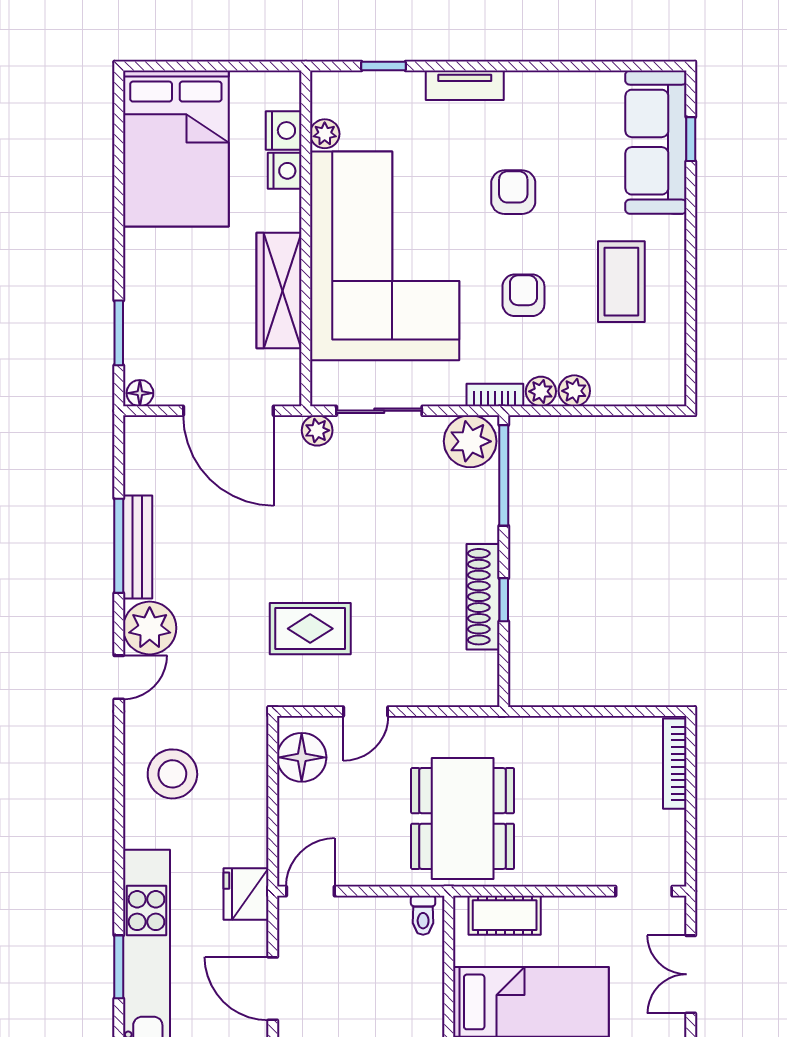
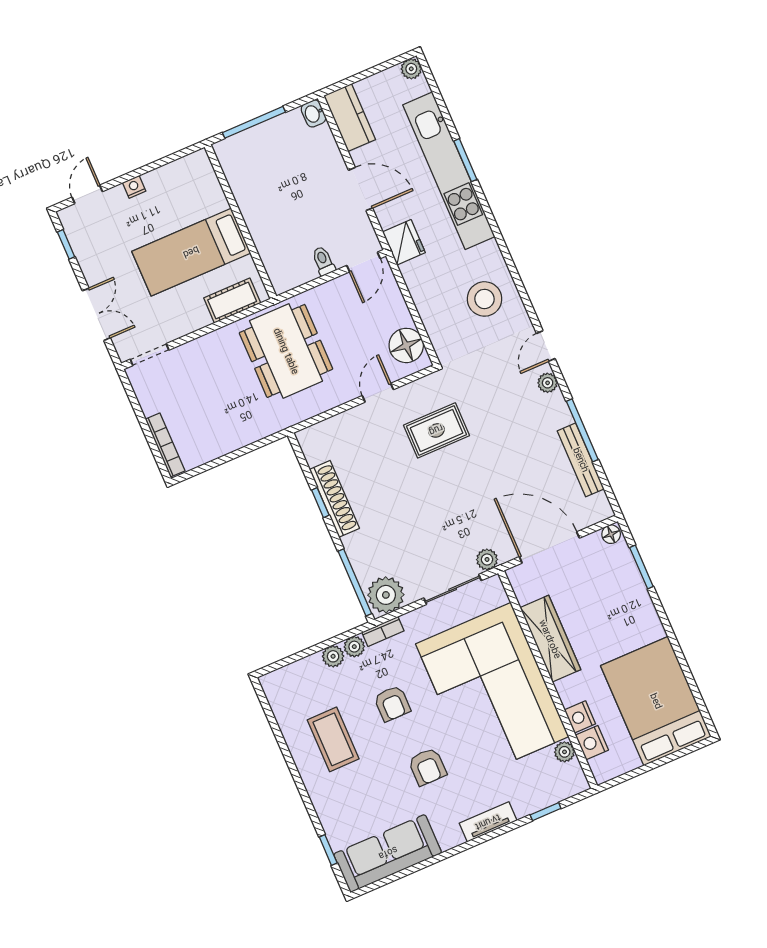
sofa: (656, 142) -> (388, 853), moved, turned -90
bench: (138, 547) -> (581, 460), moved
plant: (150, 628) -> (548, 383), width x0.53, depth x0.53
toilet: (423, 915) -> (323, 261), moved

